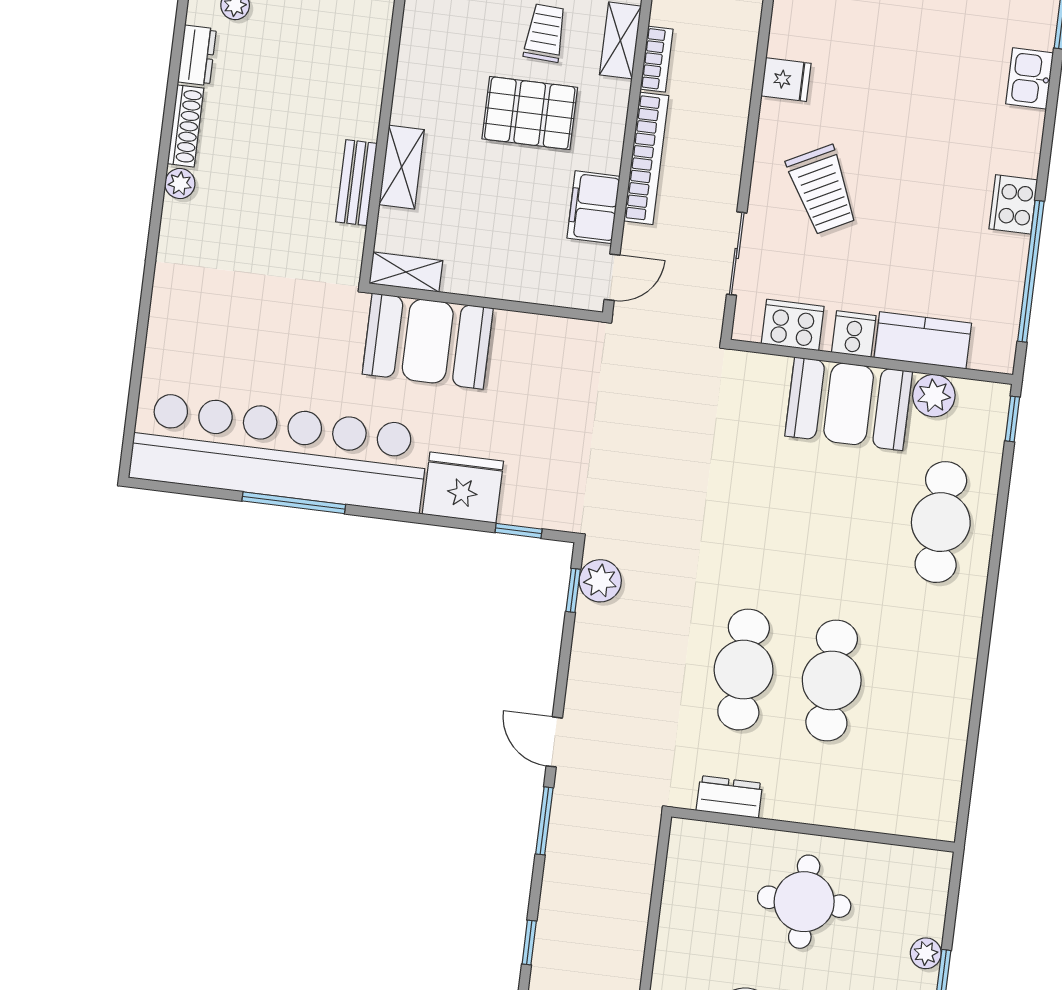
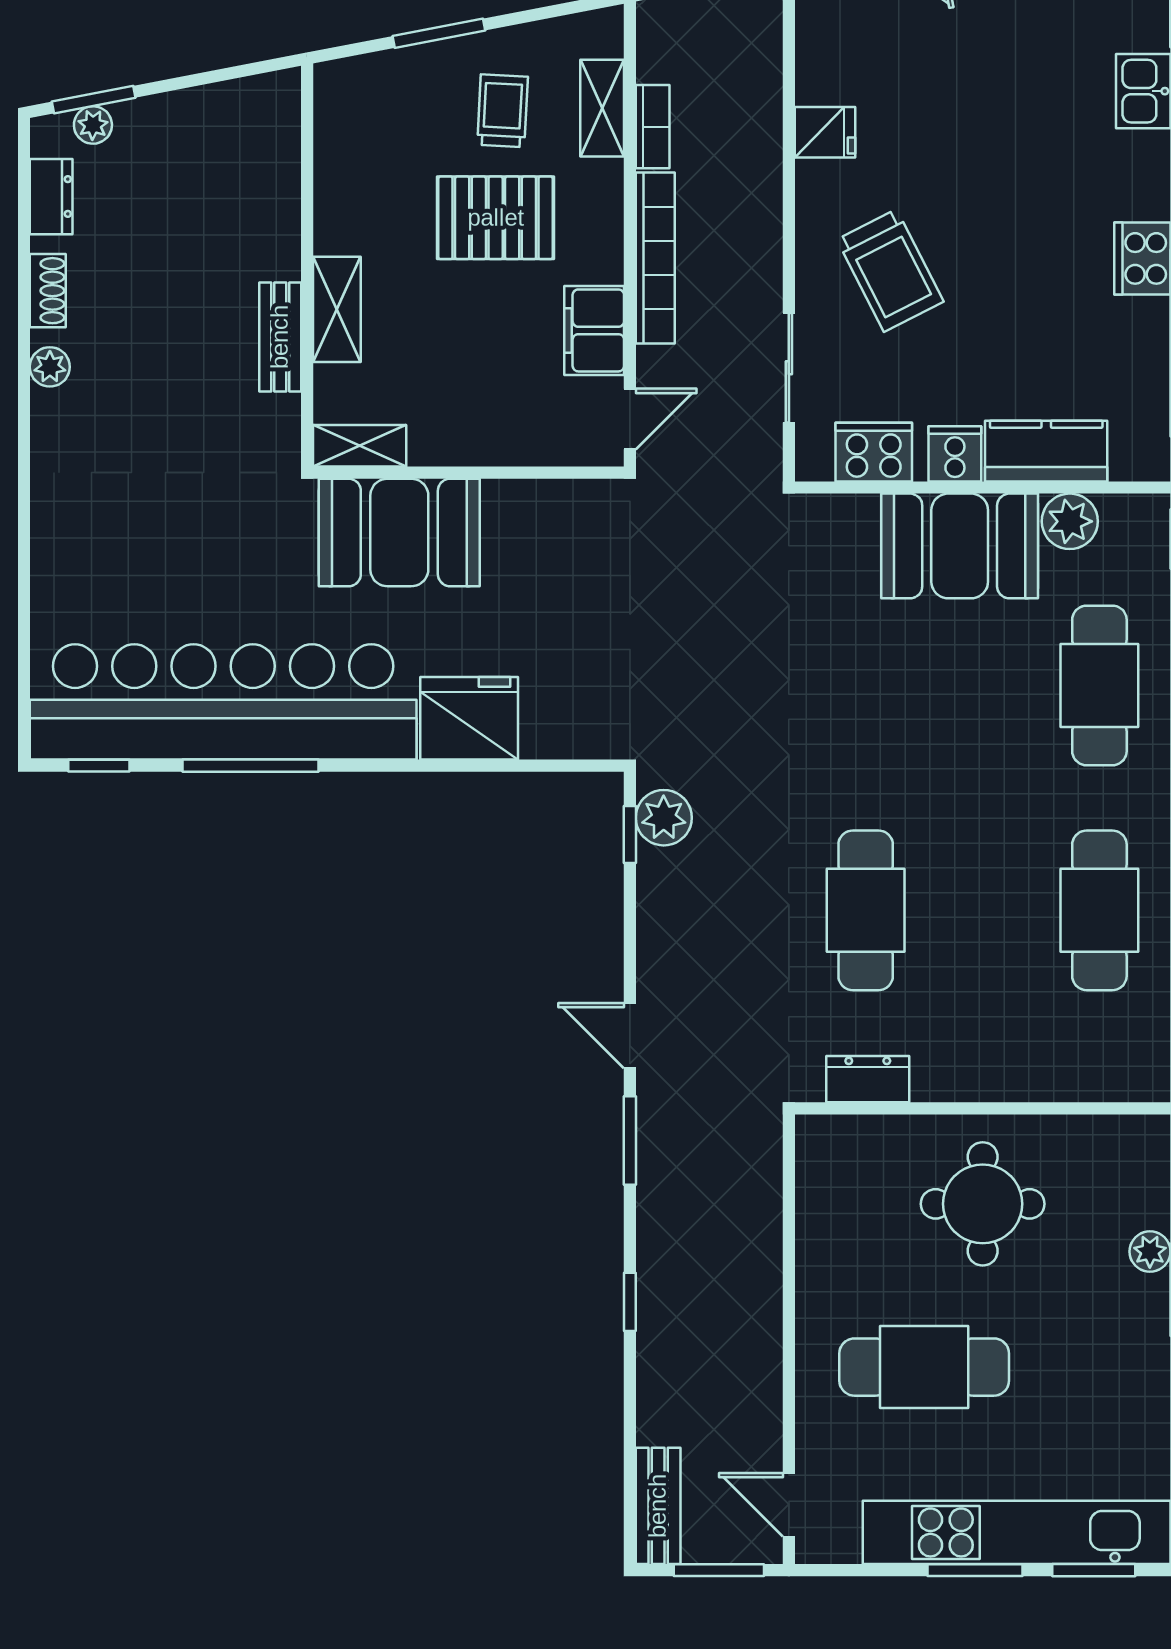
shoe rack: (186, 126) -> (48, 291), width x0.70
window: (519, 531) -> (99, 766), moved
cafe table: (832, 680) -> (1099, 910), moved

